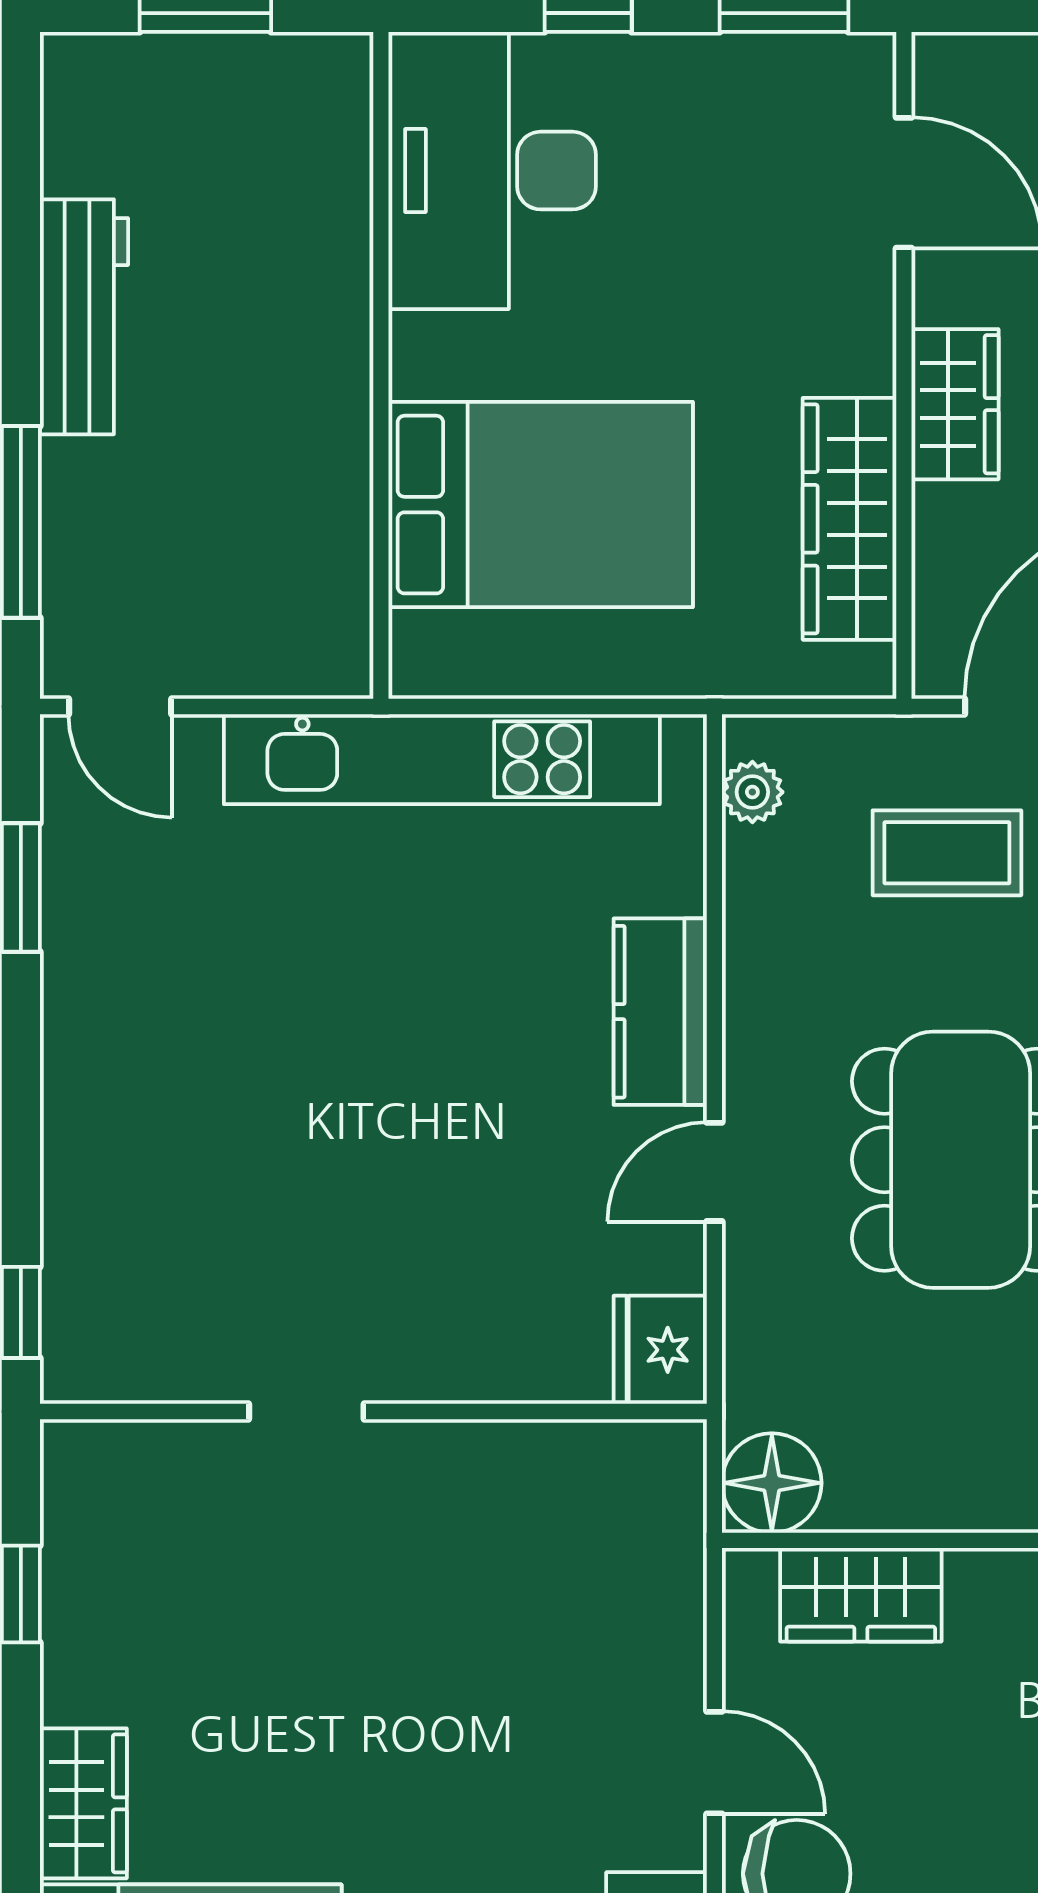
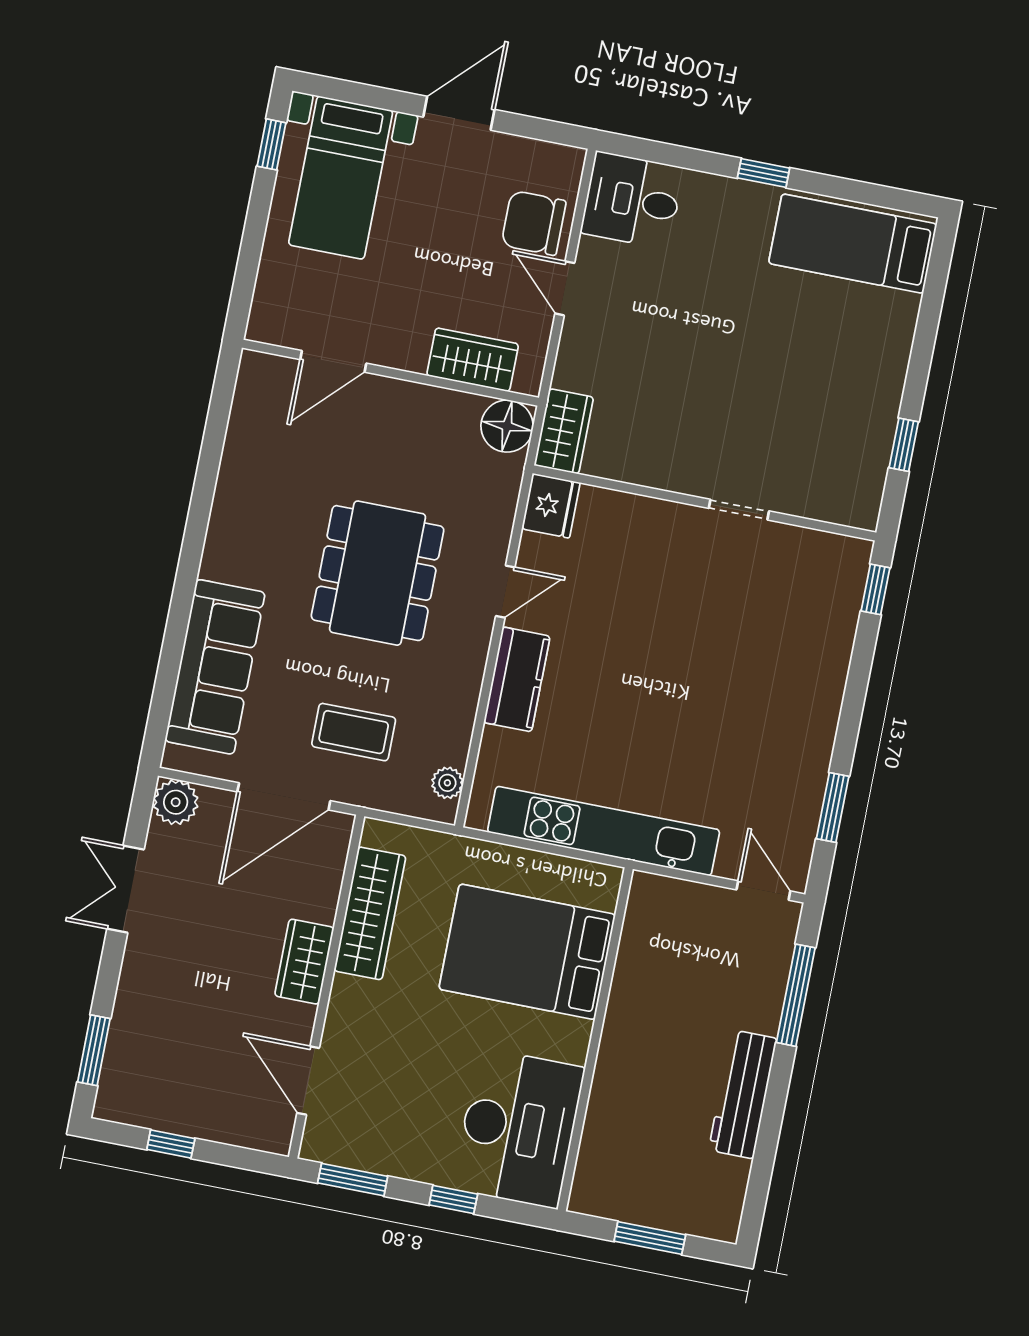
wardrobe: (83, 1803) -> (564, 431), moved, turned 180

